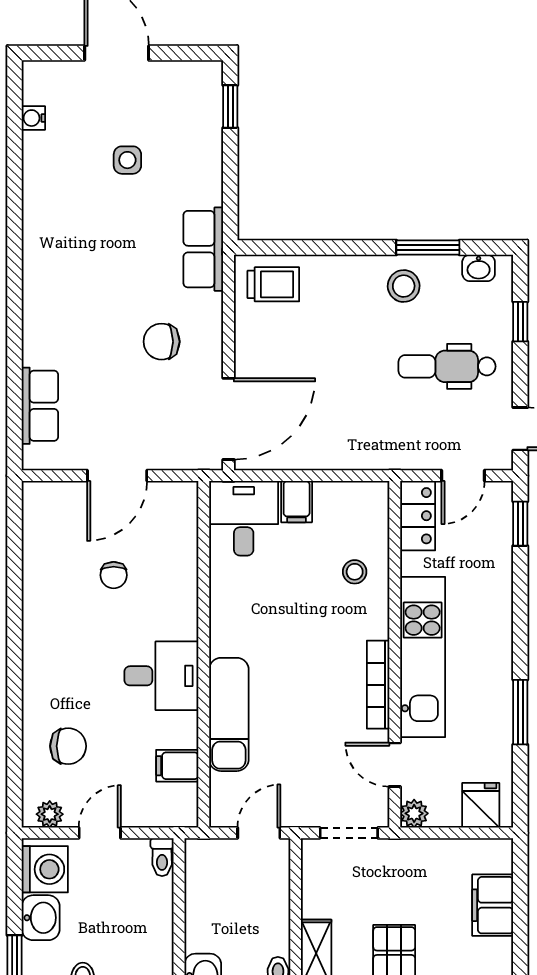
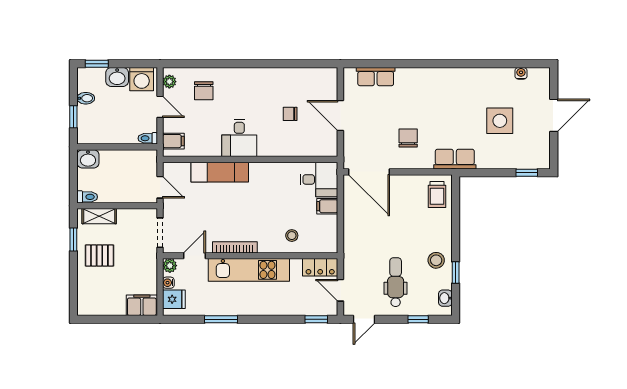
side table: (127, 160) -> (500, 121), width x1.87, depth x1.87
window: (428, 248) -> (456, 273), width x0.67
filing cabinet: (177, 766) -> (173, 141), moved, turned 90
water cooler: (448, 816) -> (168, 283), added
filing cabinet: (493, 905) -> (142, 305), moved

